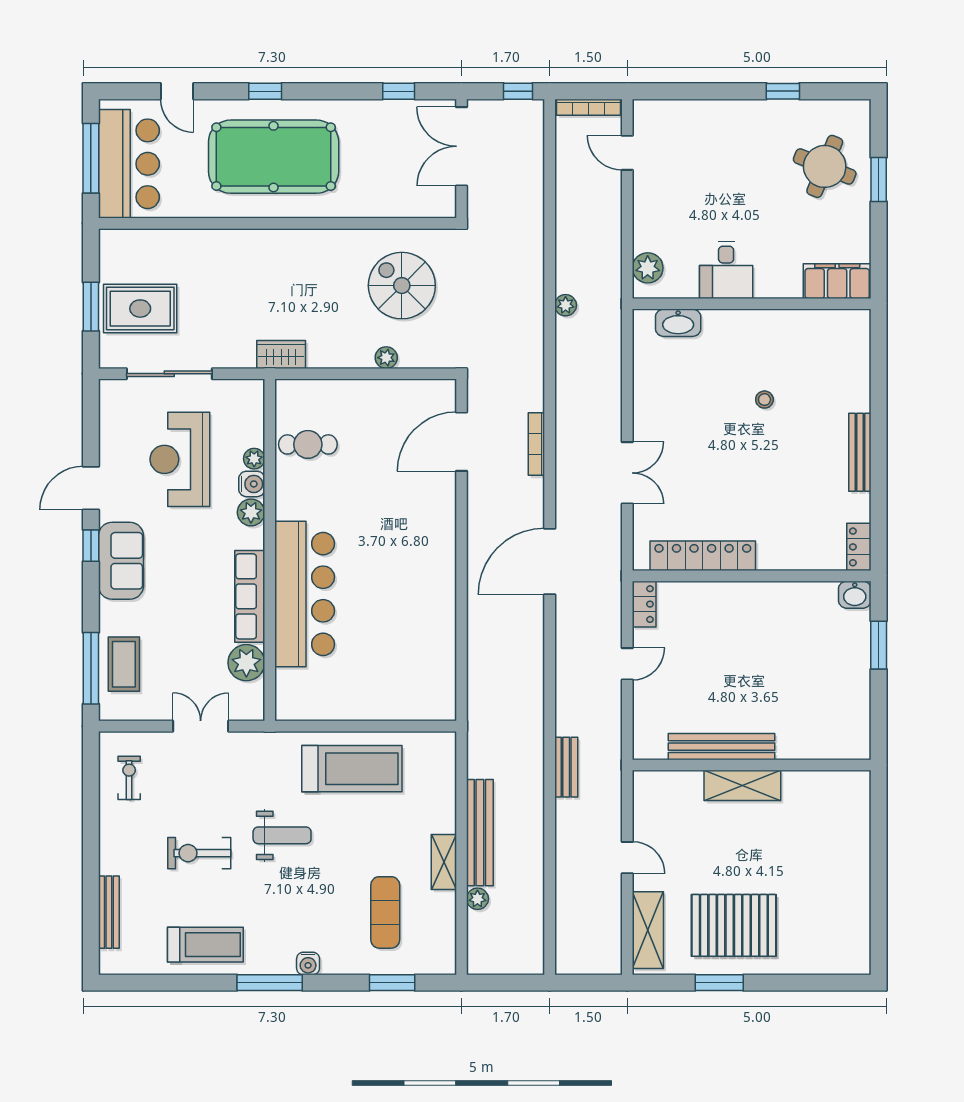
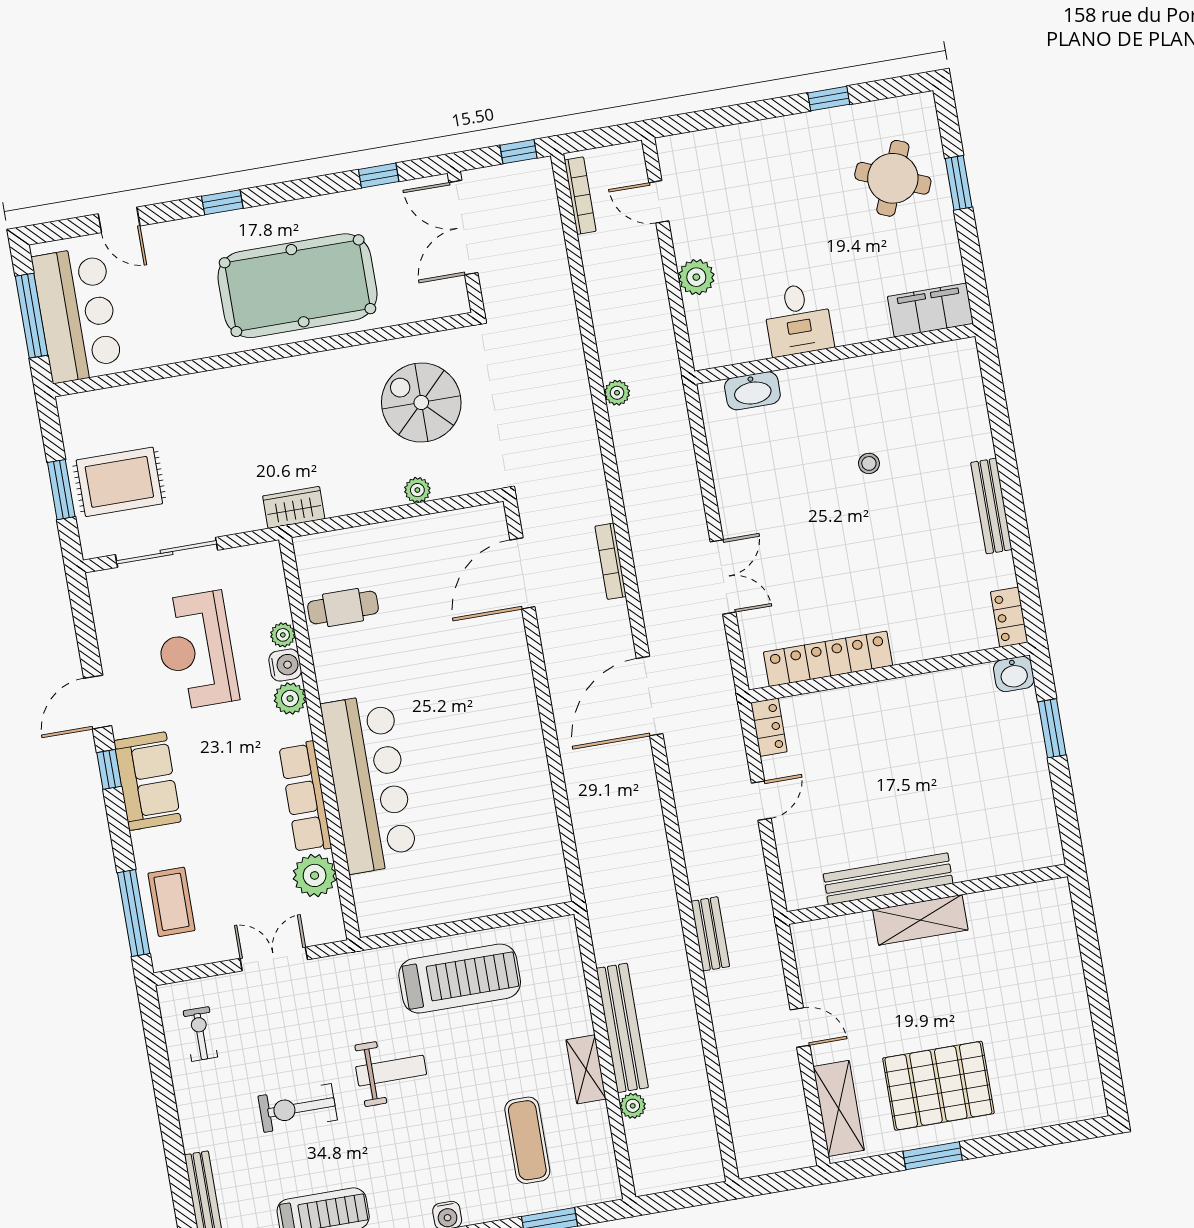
bookcase: (588, 107) -> (580, 196), moved, turned -90
pool table: (274, 157) -> (297, 286), moved
plant: (648, 268) -> (696, 277), moved

